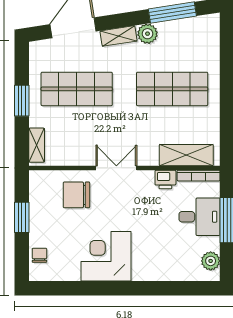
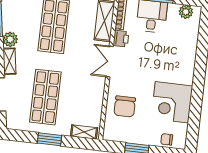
double door: (116, 168) -> (110, 62), moved
corner desk: (106, 256) -> (172, 102), moved

